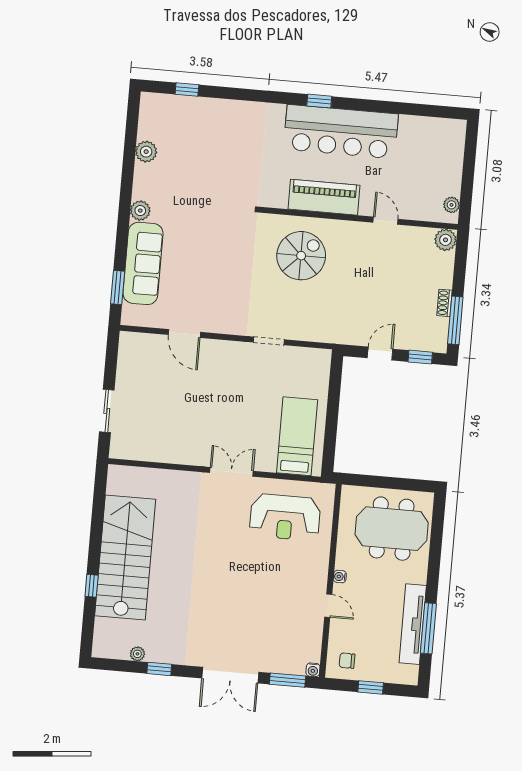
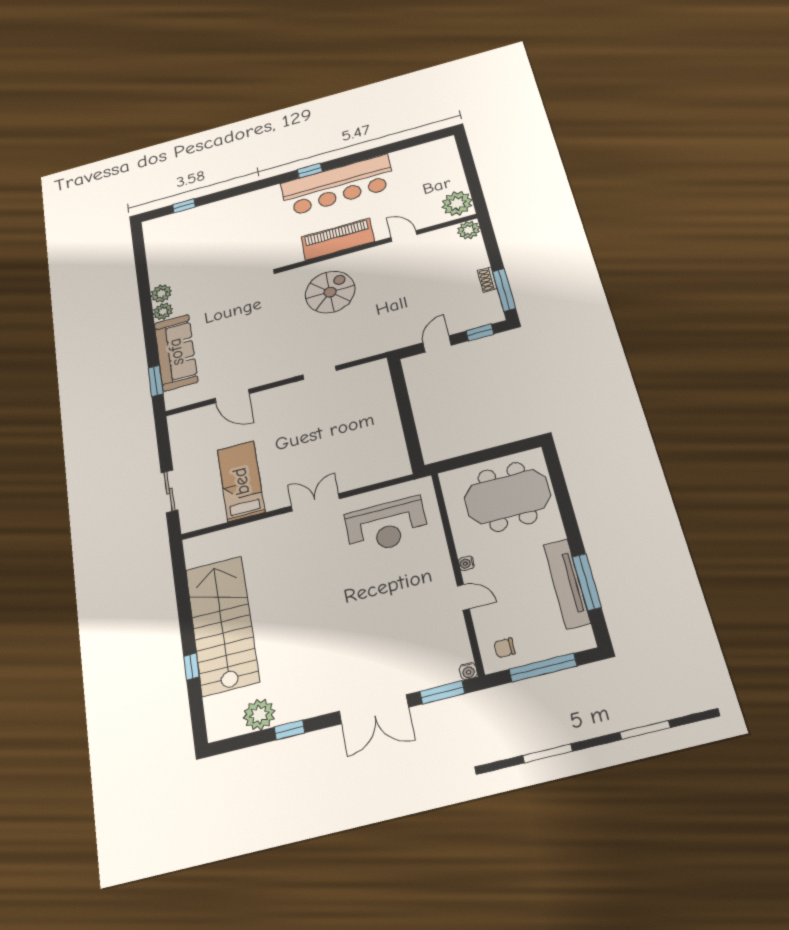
plant: (146, 152) -> (161, 293), moved
plant: (452, 205) -> (457, 204), width x1.88, depth x1.88
bed: (297, 436) -> (241, 481), moved
plant: (137, 654) -> (259, 715), width x1.88, depth x1.88
window: (371, 687) -> (543, 668), width x2.17

